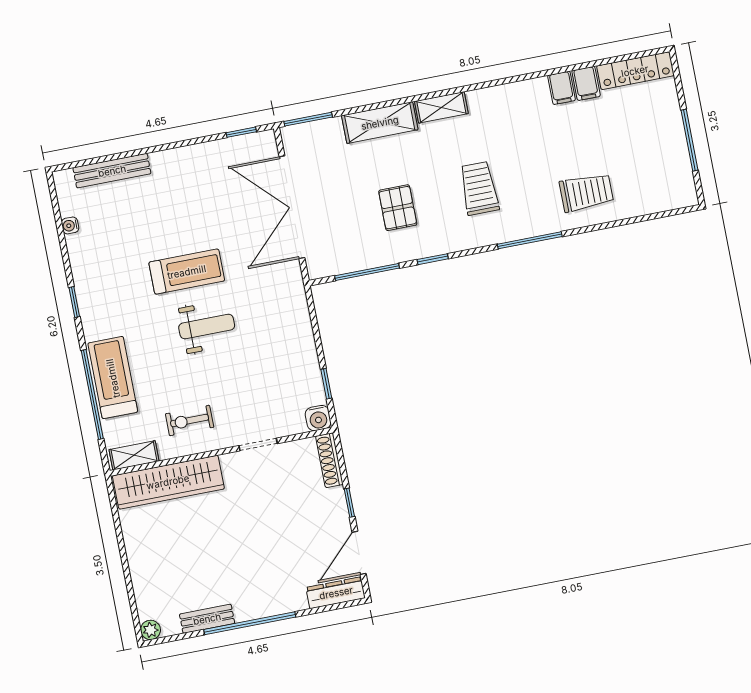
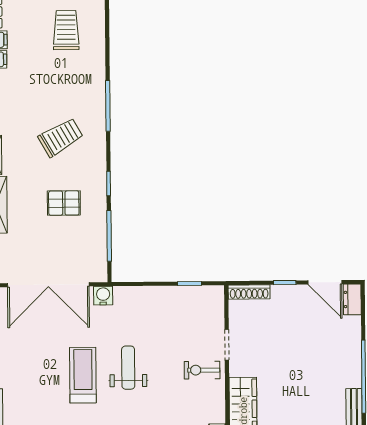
trolley: (479, 188) -> (61, 137), turned 150
trolley: (586, 192) -> (66, 30), moved
water cooler: (318, 418) -> (103, 296), moved, turned -90
exercise bike: (190, 421) -> (202, 370), moved, turned 90
dresser: (336, 593) -> (352, 299), width x0.70

